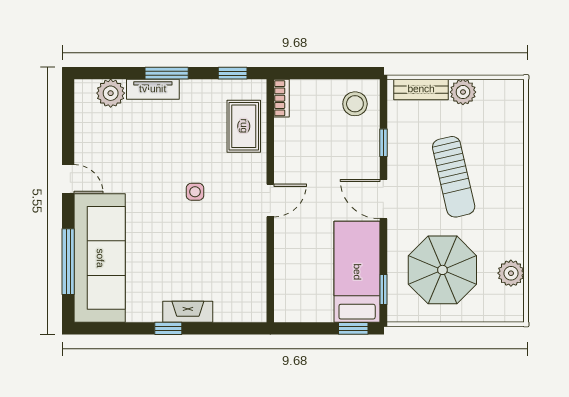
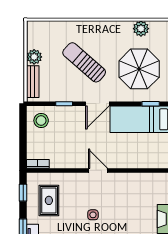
rug: (244, 126) -> (49, 200), moved, turned 90
sun lounger: (454, 177) -> (84, 62), turned -126

